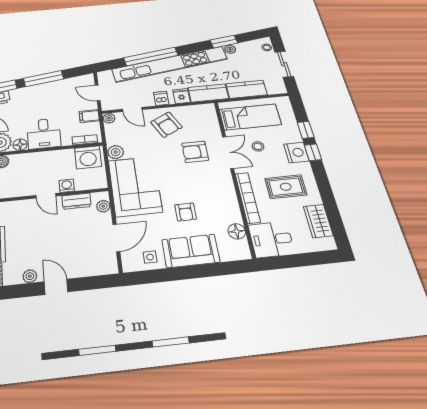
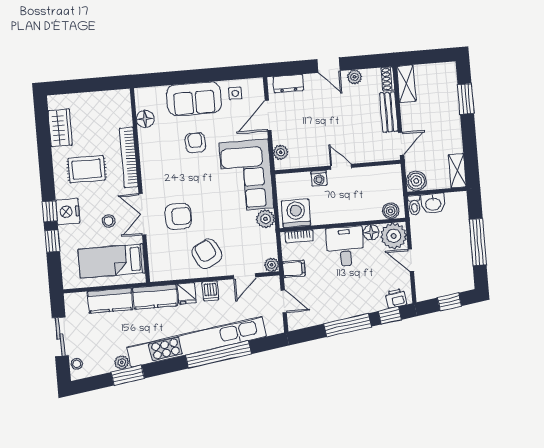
door: (132, 109) -> (245, 276), swing flipped
dresser: (76, 201) -> (288, 84), moved, turned 180
desk: (271, 239) -> (111, 109), removed

